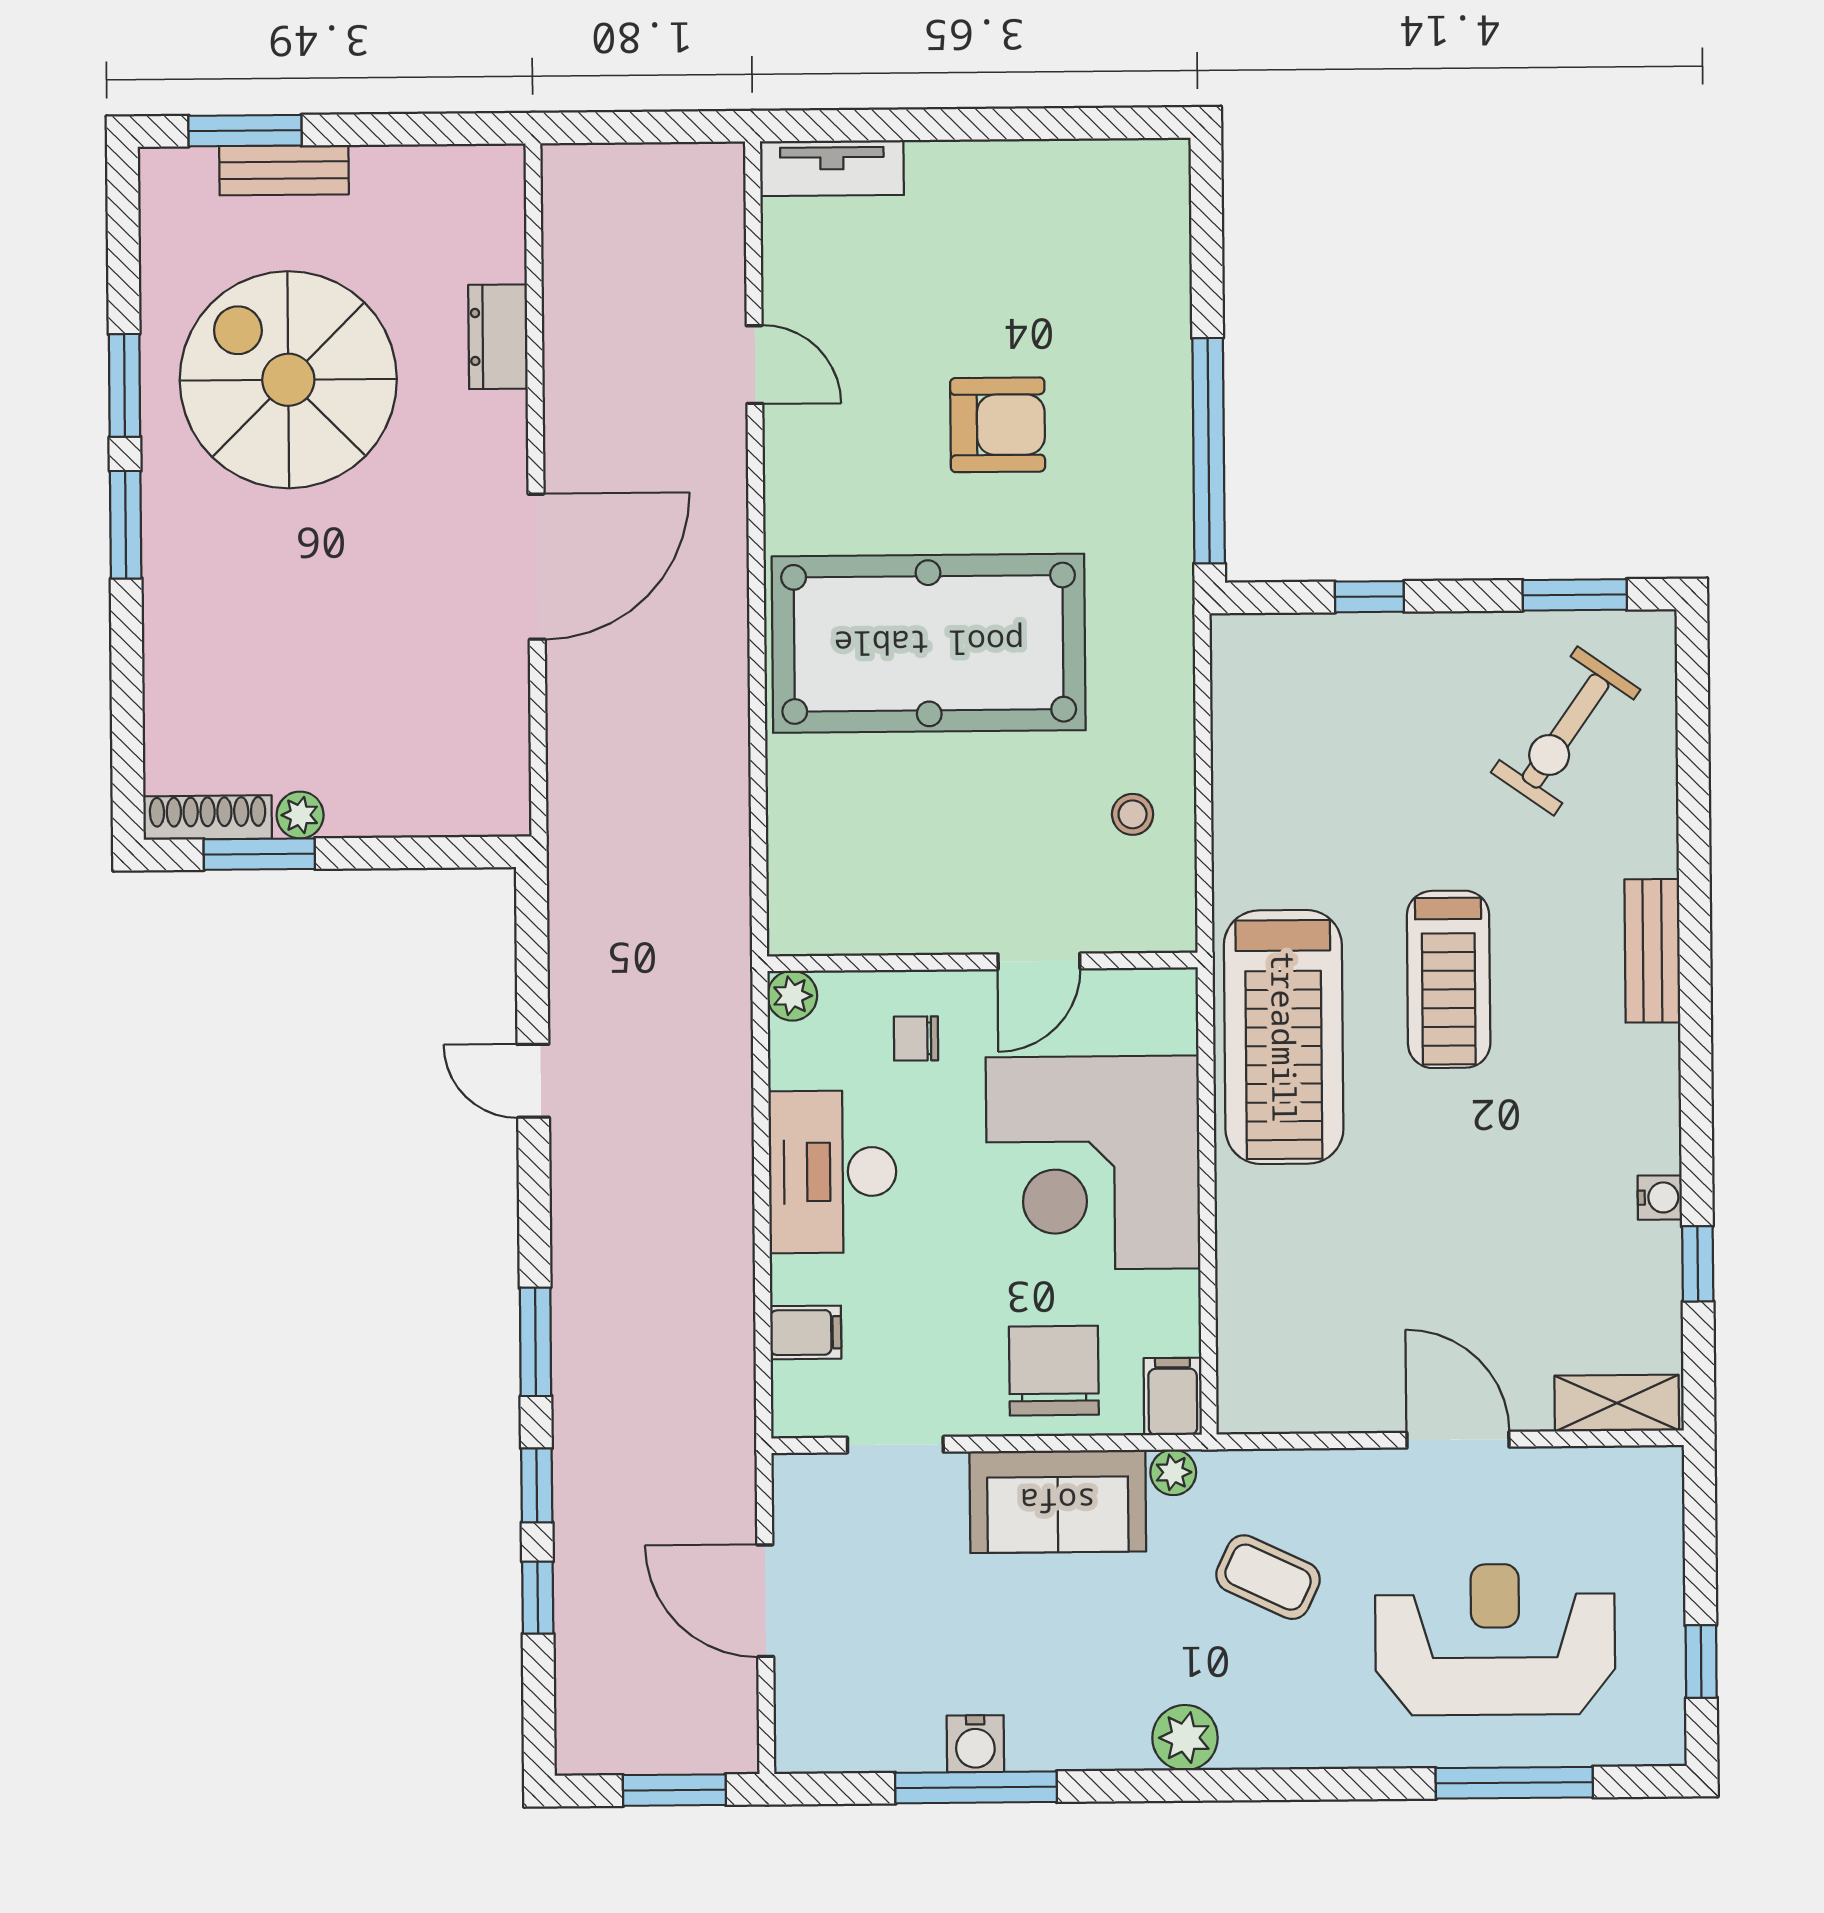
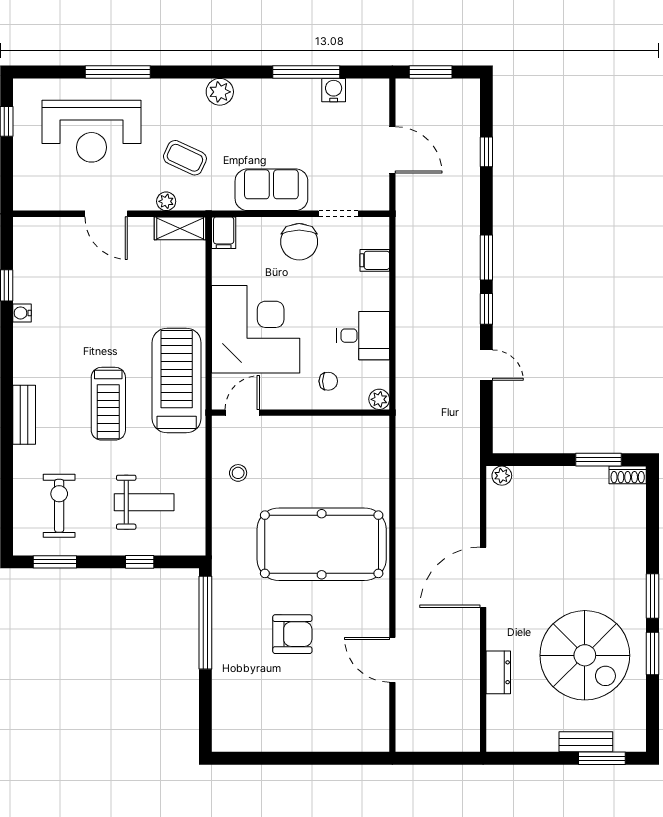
tv unit: (832, 168) -> (360, 741), removed
door: (755, 365) -> (392, 660), width x1.37
armchair: (998, 425) -> (292, 634), turned 180
exercise bike: (1566, 731) -> (59, 506), turned -35
weight bench: (1360, 741) -> (144, 502), added
plant: (300, 815) -> (502, 476), moved
shoe rack: (208, 817) -> (628, 475), width x0.70
door: (1039, 961) -> (242, 413), moved
treadmill: (1449, 979) -> (108, 404), turned 180
desk: (833, 1172) -> (363, 336), width x0.73
chair: (1054, 1371) -> (299, 242), moved
shelving: (1617, 1403) -> (180, 228), moved
plant: (1173, 1472) -> (166, 201), moved
window: (537, 1485) -> (486, 309), moved
water cooler: (975, 1744) -> (334, 90), moved
window: (1514, 1783) -> (118, 72), moved

